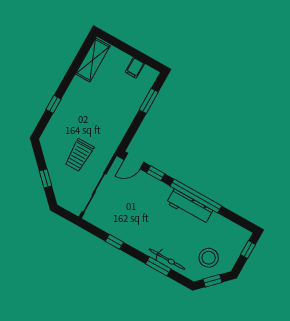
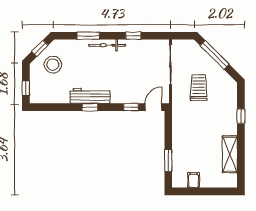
shelving: (93, 60) -> (230, 154), moved
window: (46, 178) -> (215, 55), width x2.17
window: (196, 196) -> (90, 107), width x0.32
bicycle: (167, 259) -> (107, 45), moved

